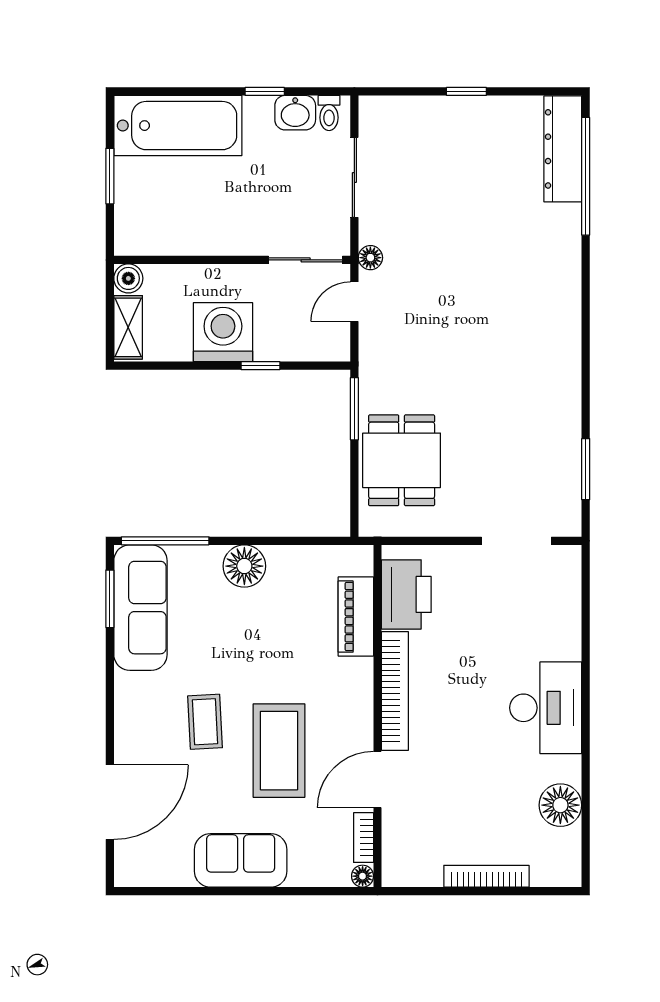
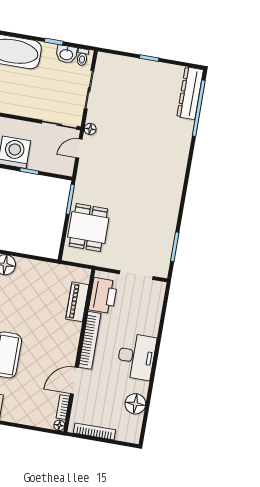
printer: (406, 594) -> (103, 295), moved
piano: (356, 617) -> (77, 302), moved
bookcase: (395, 691) -> (90, 340), moved
wall: (377, 716) -> (79, 351), moved
door: (377, 779) -> (74, 381), moved
bookcase: (364, 838) -> (63, 407), moved
floor lamp: (363, 876) -> (59, 425), moved

